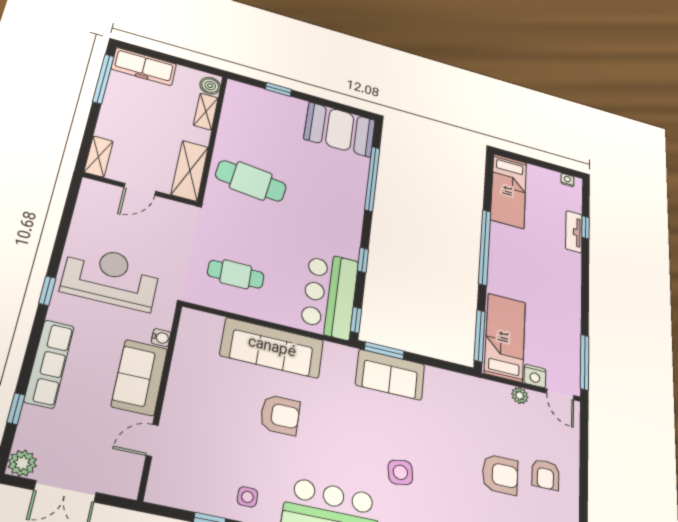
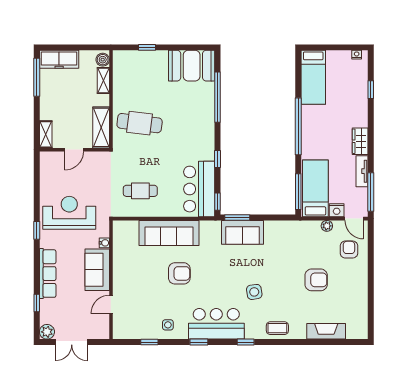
tv unit: (574, 232) -> (362, 171), moved
wardrobe: (571, 289) -> (360, 141), added
armchair: (545, 475) -> (349, 250), moved, turned 180

